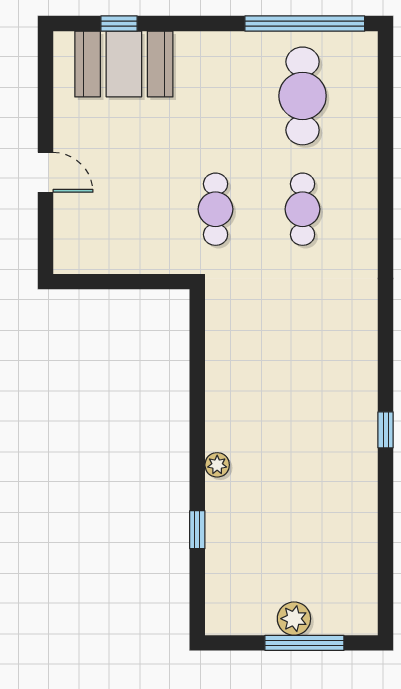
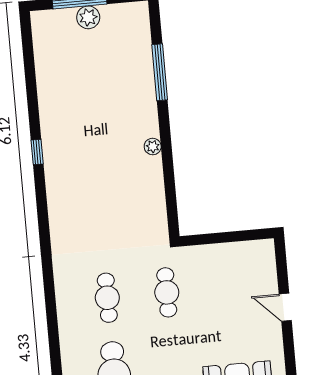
plant: (217, 465) -> (153, 147), moved
window: (197, 530) -> (160, 72), width x2.17

